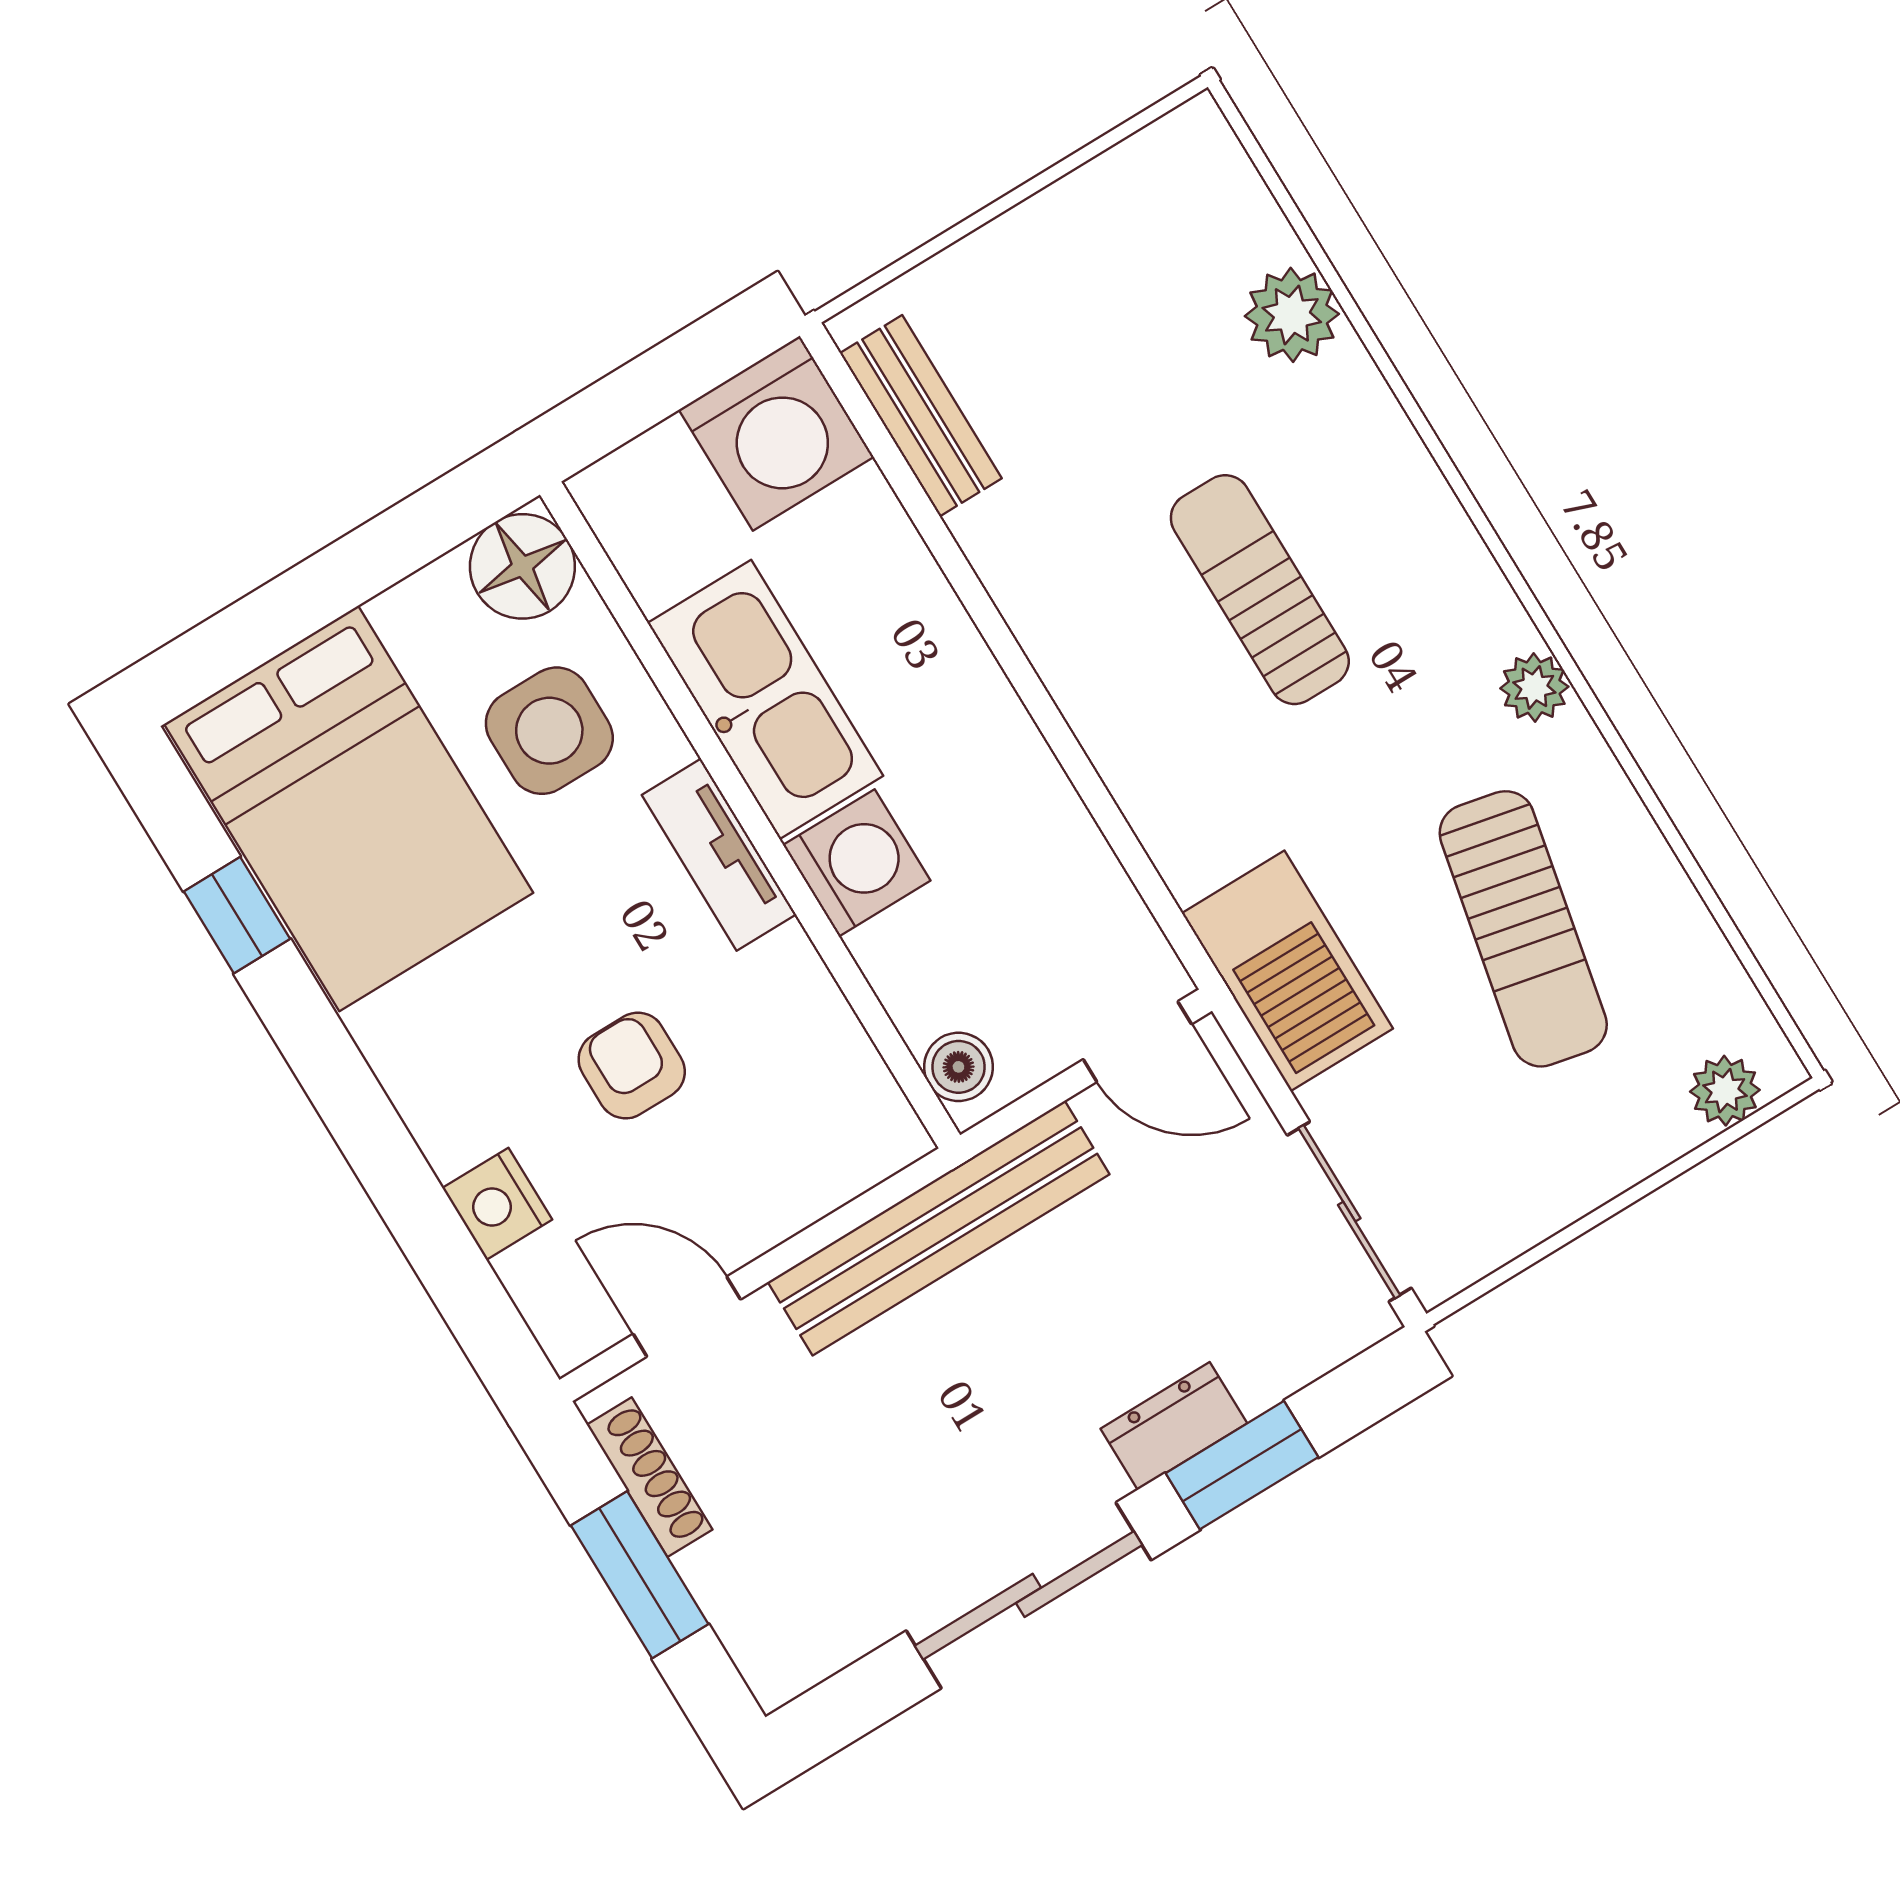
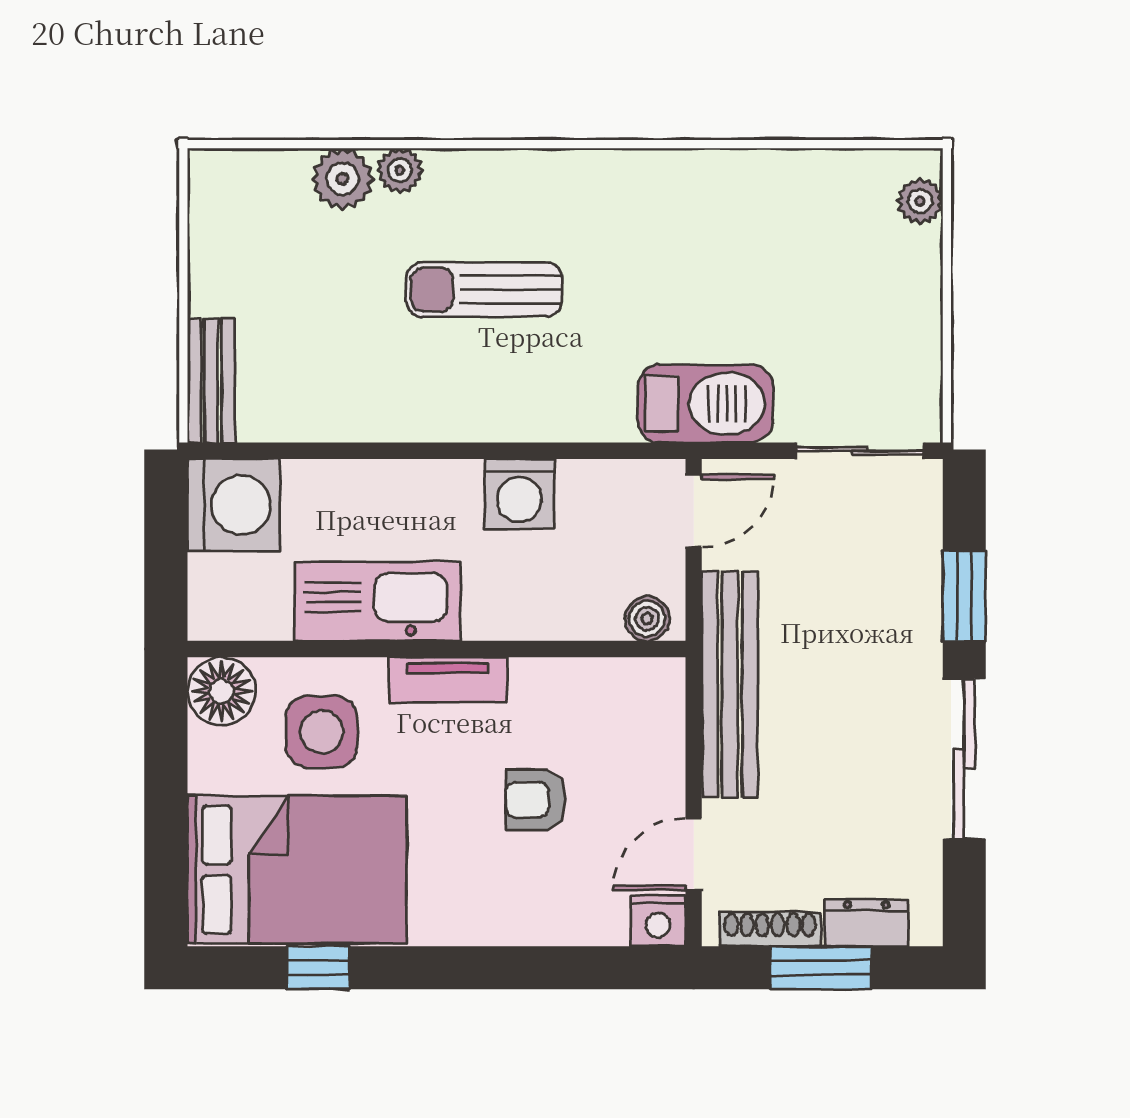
bench: (921, 416) -> (211, 380), moved, turned 90
plant: (1534, 687) -> (400, 170), moved
washing machine: (857, 863) -> (519, 494), moved, turned 180
sun lounger: (1523, 929) -> (762, 258), removed
nightstand: (497, 1204) -> (658, 921), moved
dresser: (1174, 1426) -> (867, 923), moved, turned 90

